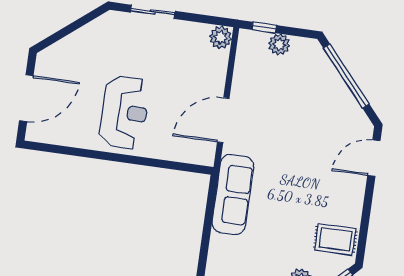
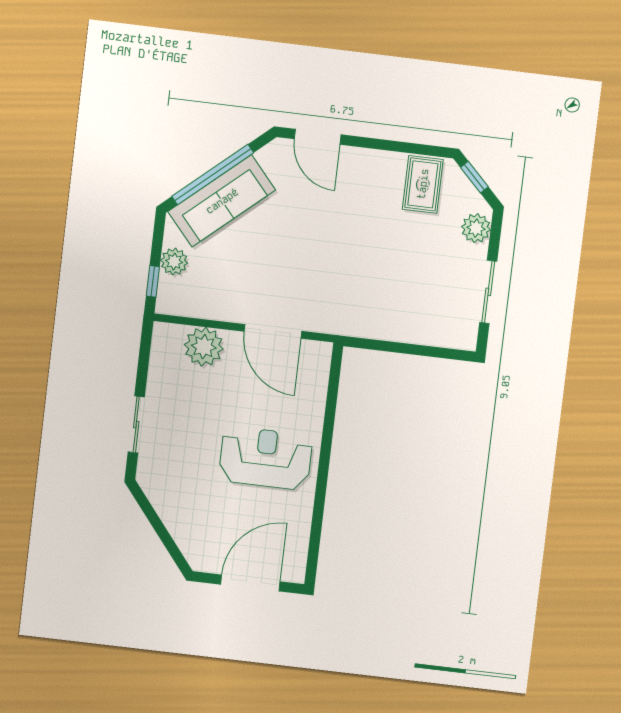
plant: (221, 37) -> (204, 347), moved, width x1.36, depth x1.36
door: (26, 98) -> (250, 583), hinge flipped
sofa: (233, 194) -> (222, 201), moved, turned 139

